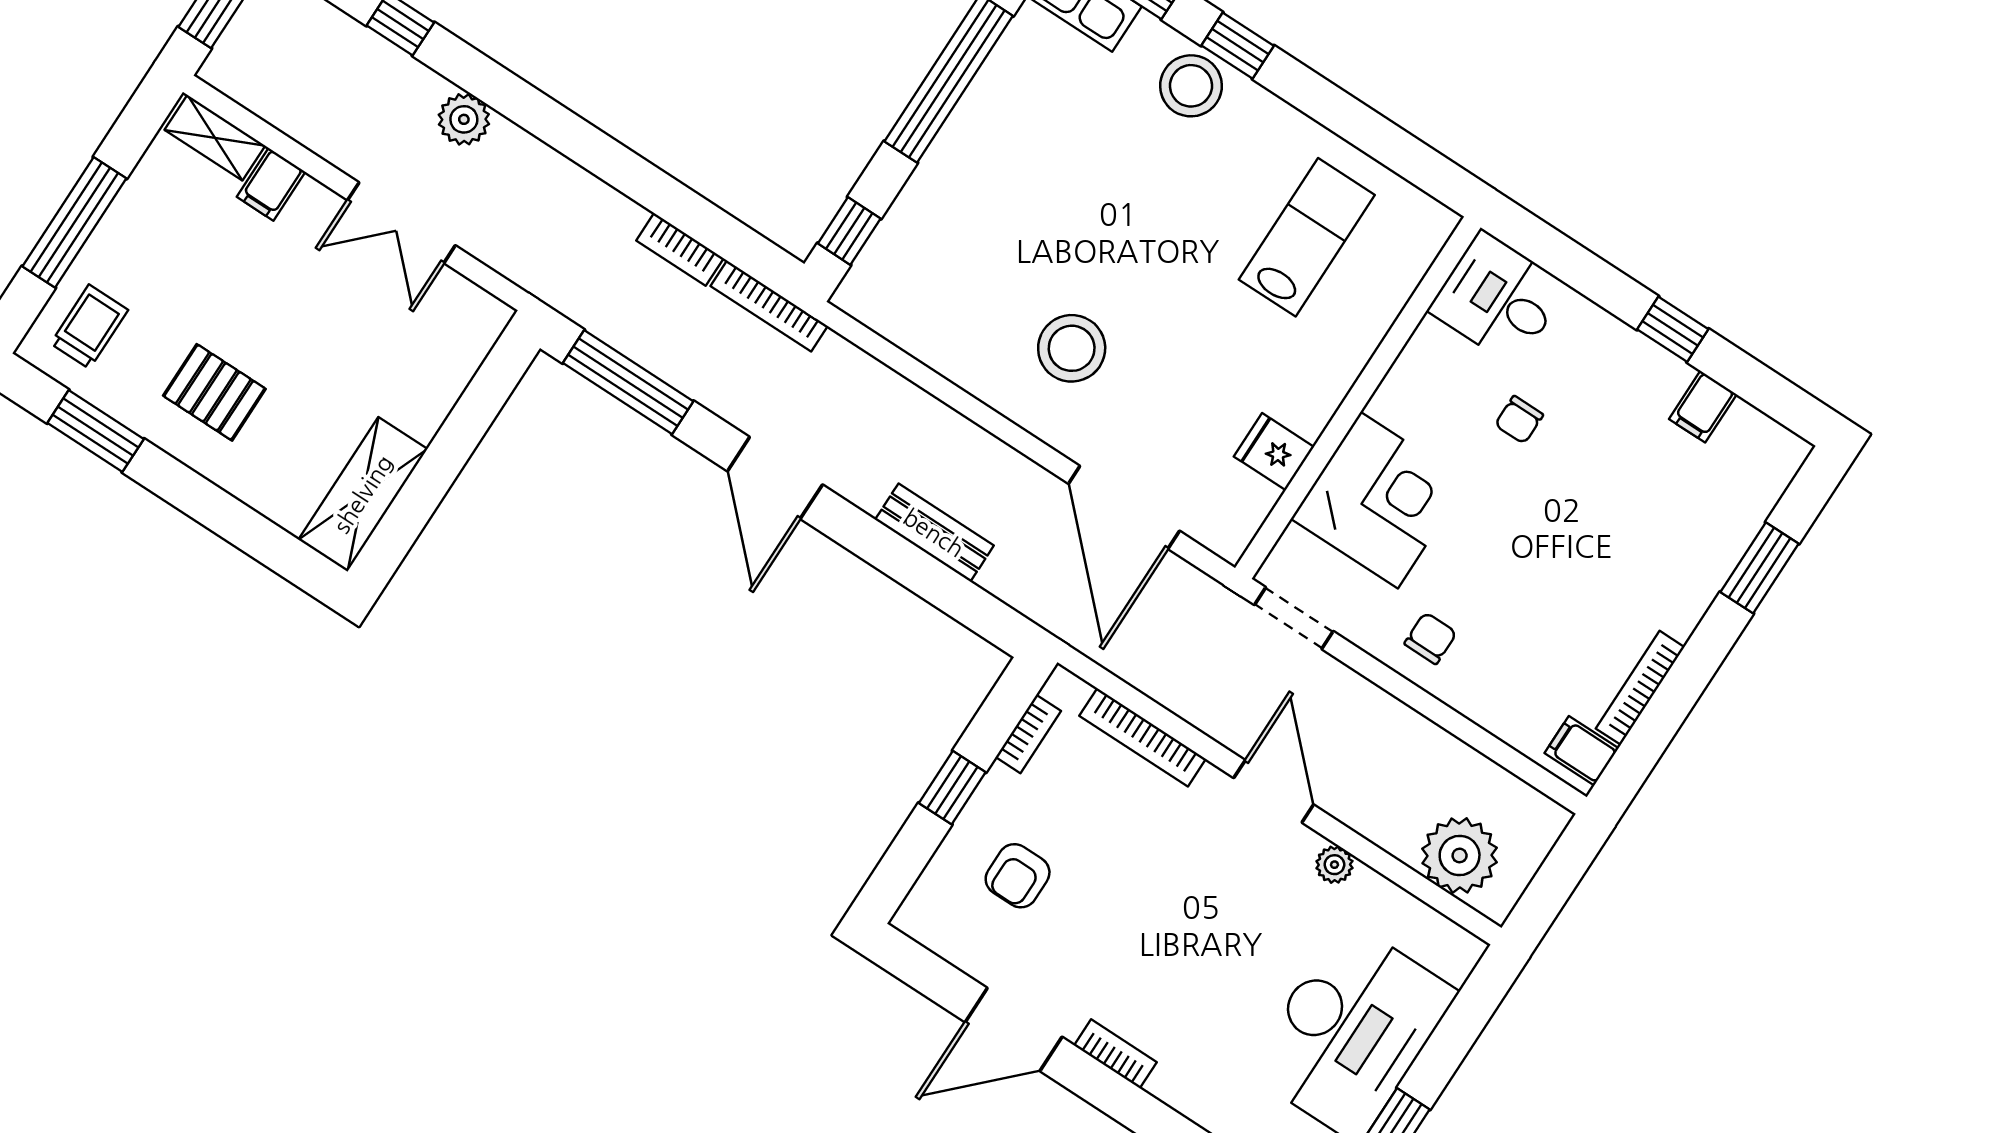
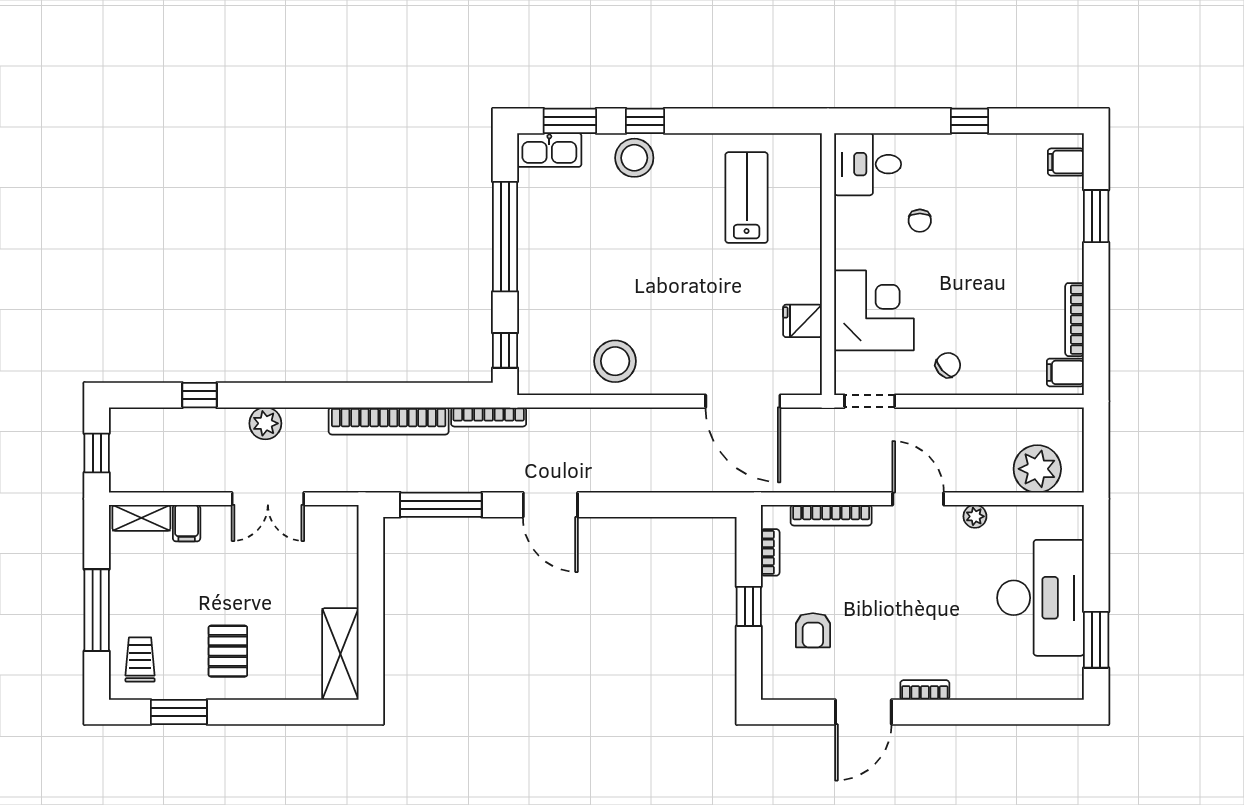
bookcase: (680, 249) -> (389, 421), width x2.31, depth x1.31
stool: (1072, 348) -> (615, 361), moved
pallet: (214, 392) -> (228, 651), turned 90
filing cabinet: (1703, 407) -> (1066, 162), moved, turned 90
bench: (934, 533) -> (652, 479), removed
chair: (1431, 638) -> (948, 365), turned 48

